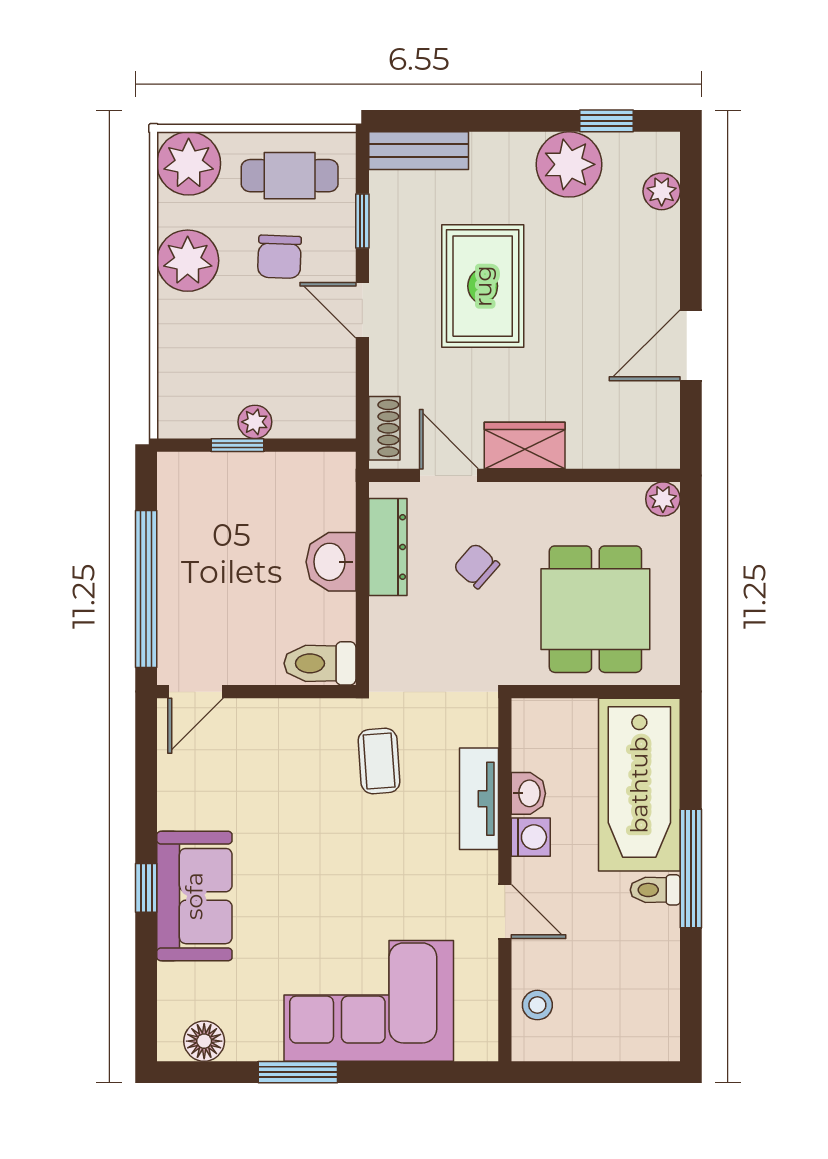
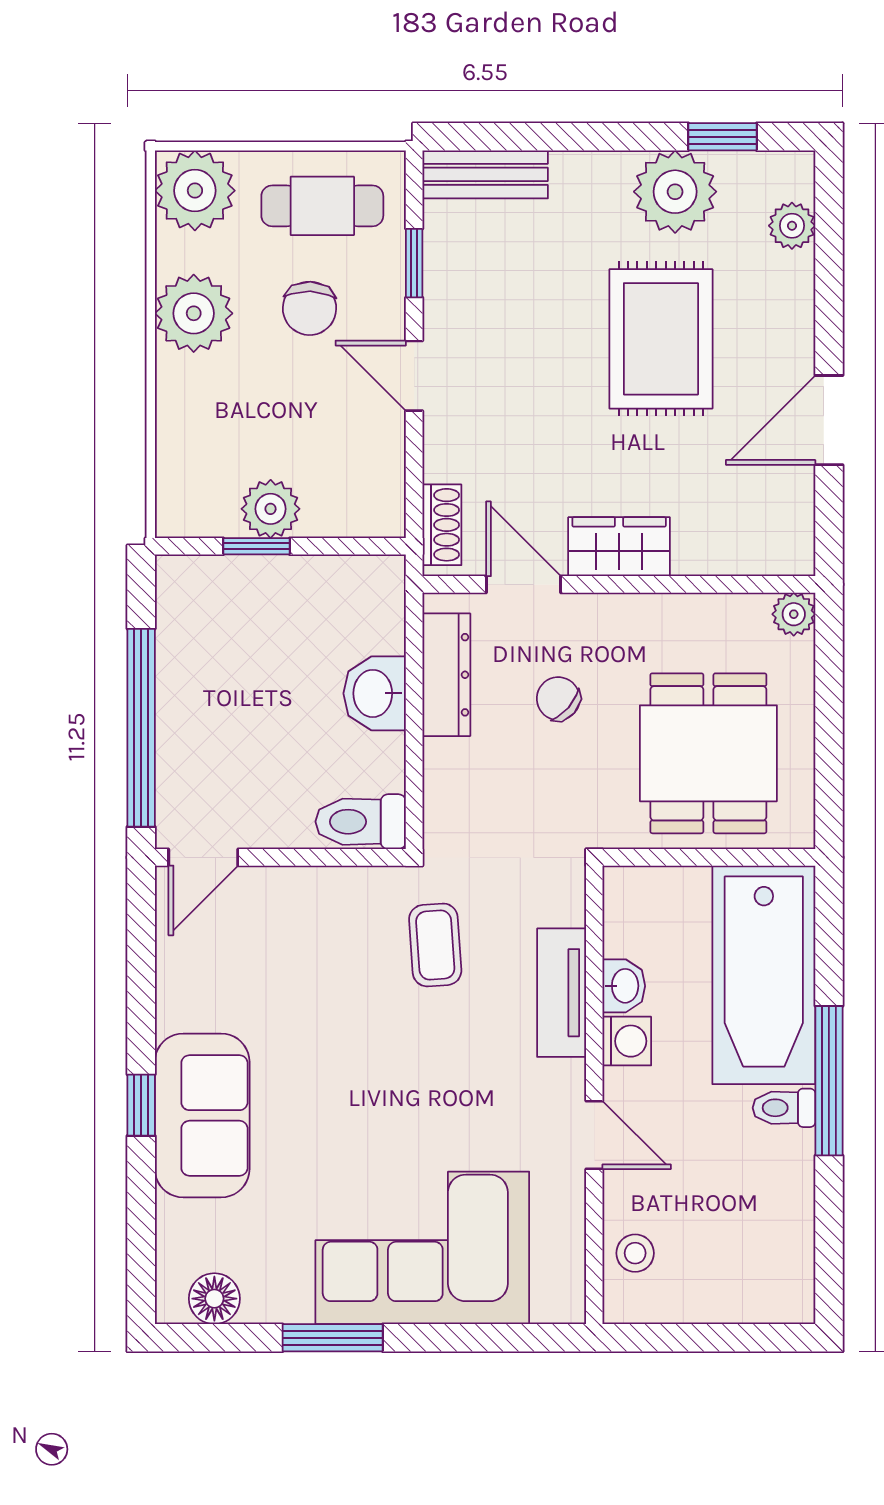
rug: (483, 286) -> (661, 339), moved
plant: (255, 422) -> (271, 509), width x1.38, depth x1.38

